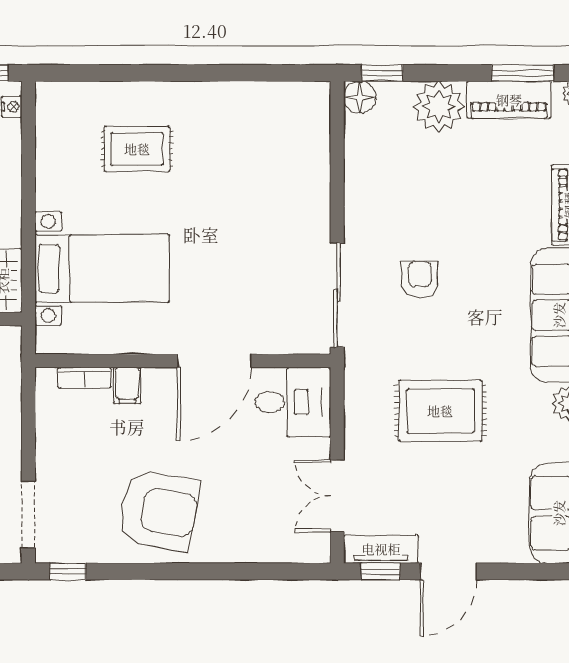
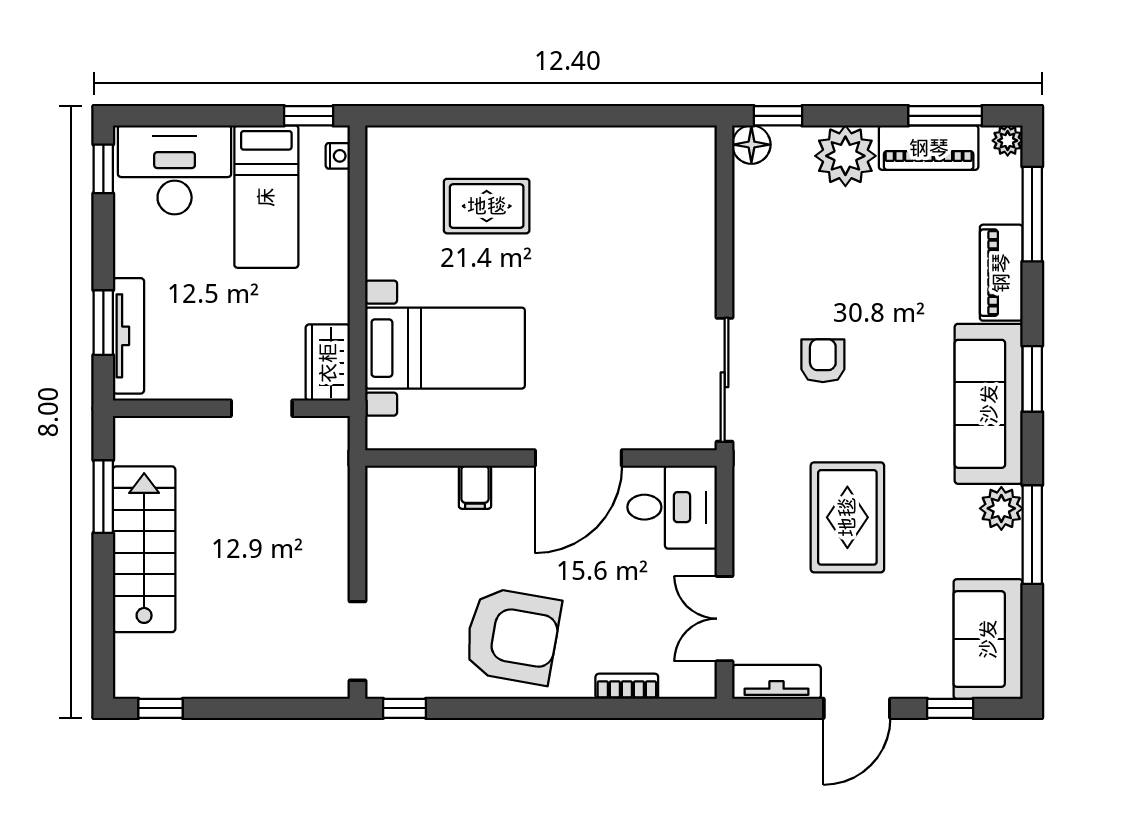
bookcase: (85, 378) -> (627, 686), moved, turned 180
rug: (440, 411) -> (847, 517), turned 90
window: (381, 571) -> (950, 708), moved

